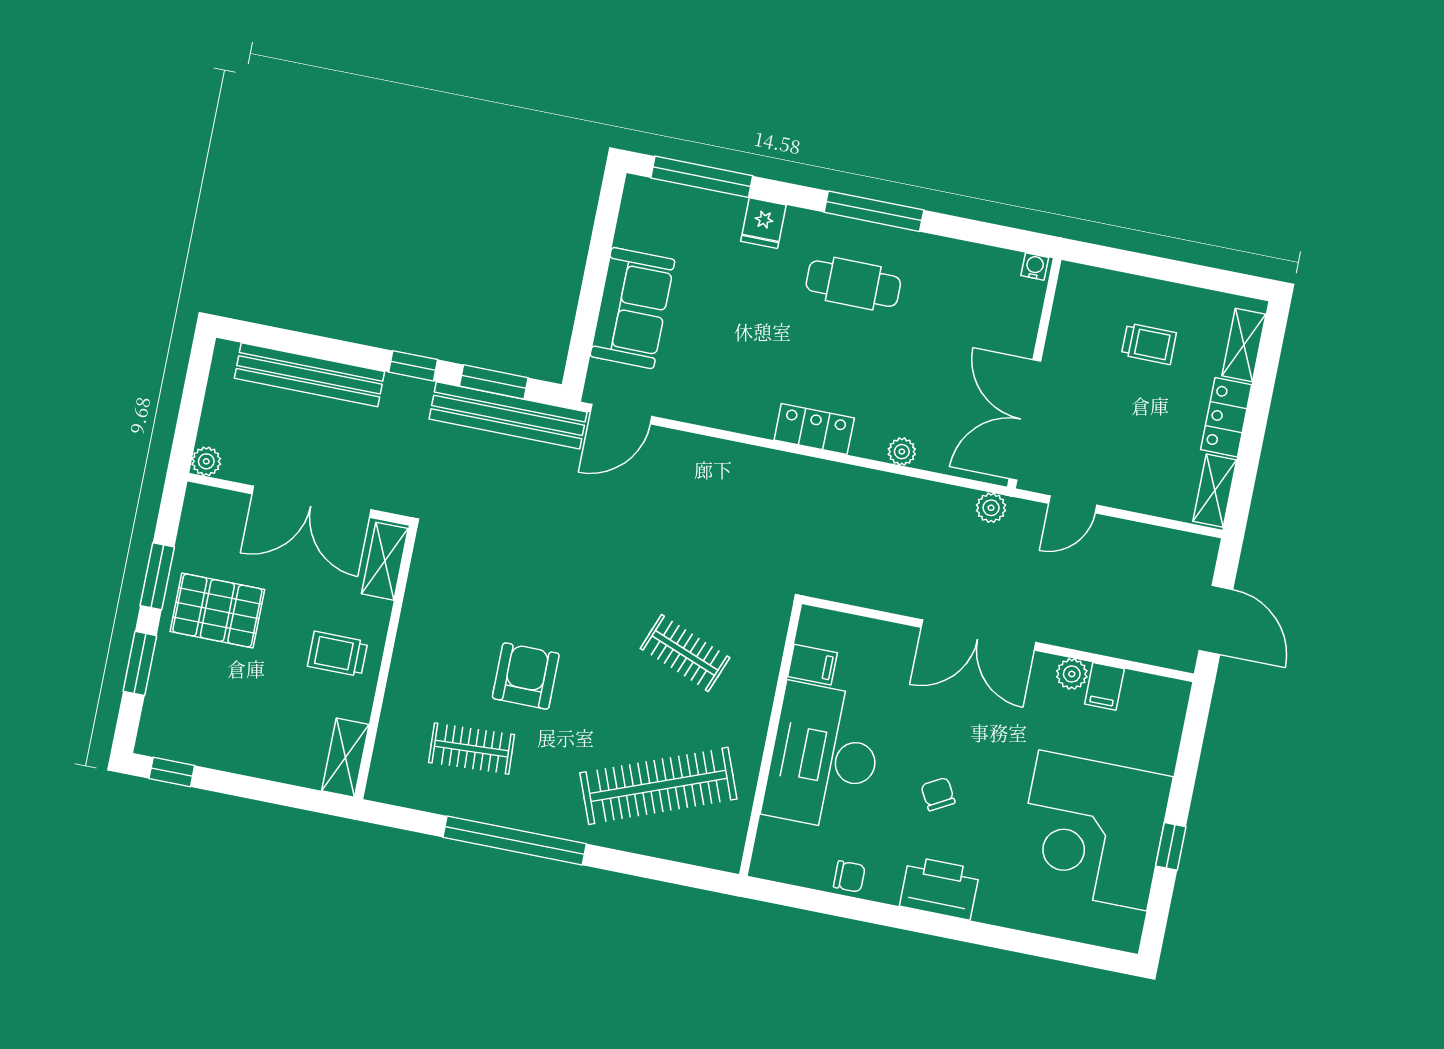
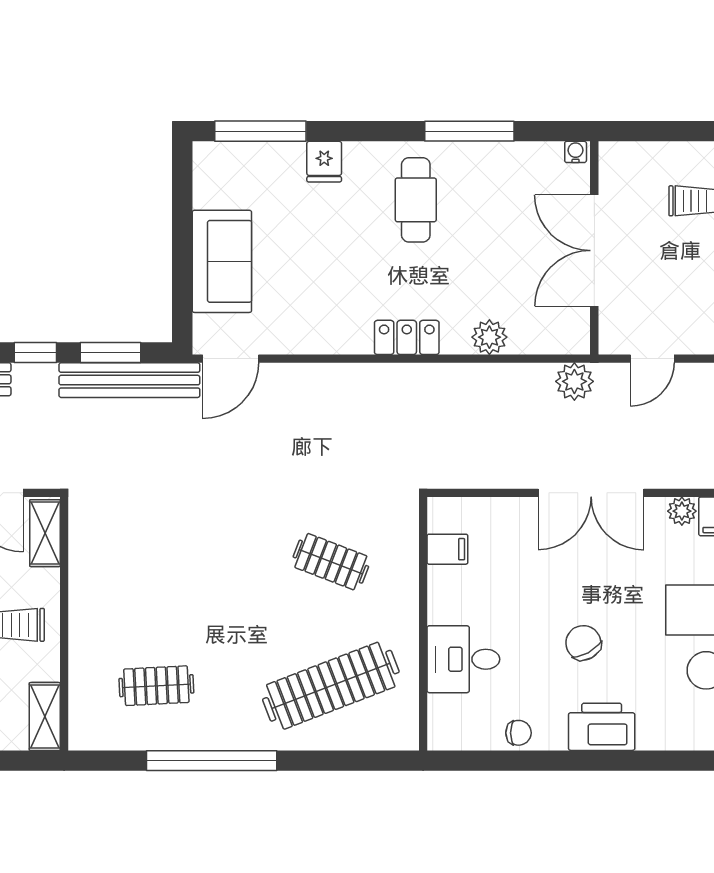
window: (874, 211) -> (469, 131), moved
cafe table: (853, 284) -> (416, 200), turned 90
double door: (1025, 420) -> (594, 251), moved
plant: (902, 452) -> (489, 337), width x1.38, depth x1.38
plant: (991, 508) -> (574, 381), width x1.38, depth x1.38
armchair: (526, 676) -> (192, 611), removed
desk: (824, 757) -> (463, 659), width x0.53, depth x0.77
chair: (938, 794) -> (583, 643), width x1.37, depth x1.37

